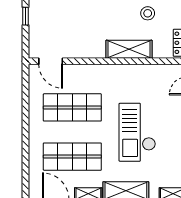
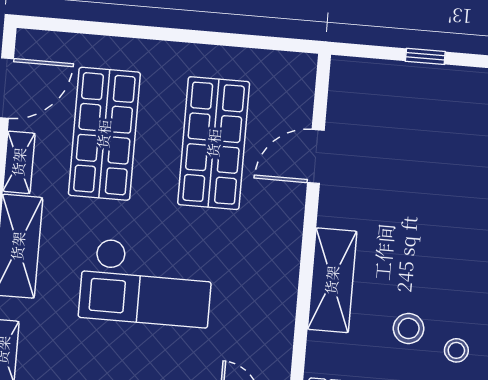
door: (51, 61) -> (316, 156), moved
checkout: (137, 132) -> (146, 283), turned 180

